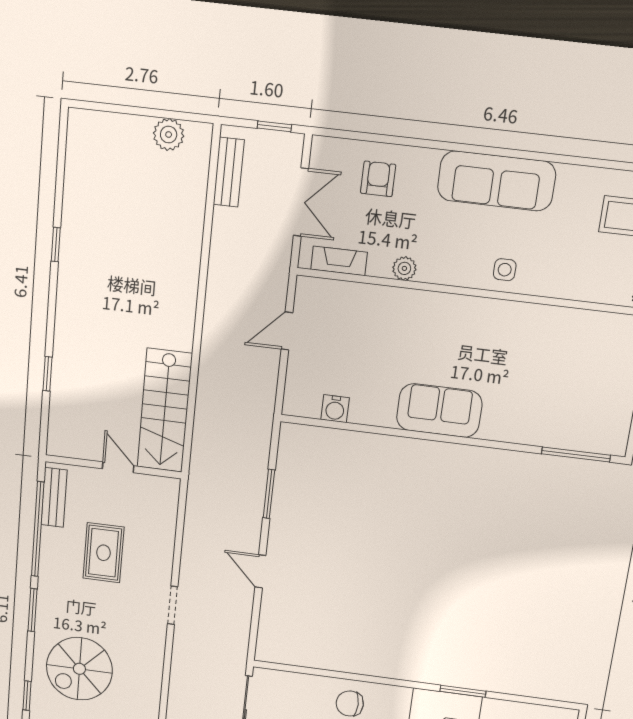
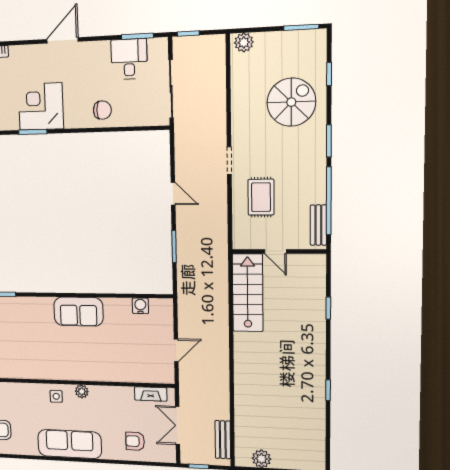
armchair: (378, 179) -> (135, 441), turned 90
plant: (404, 268) -> (82, 391), moved
rug: (103, 553) -> (261, 197), moved

